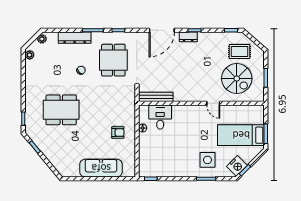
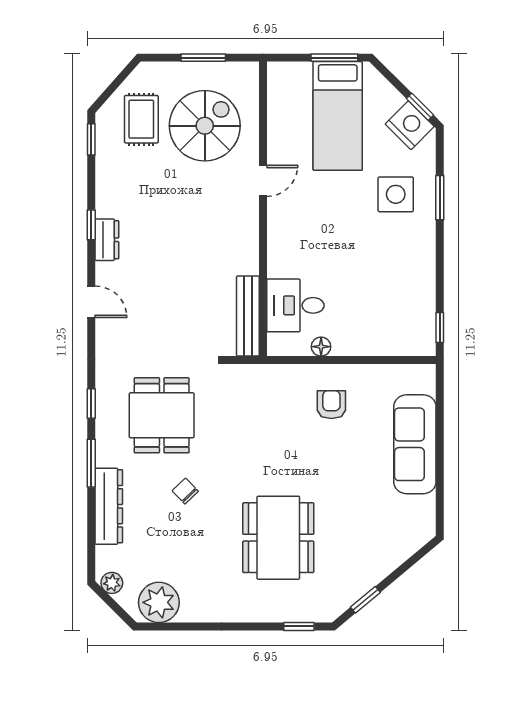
door: (162, 30) -> (91, 302), width x0.53
plant: (30, 55) -> (159, 602), width x1.87, depth x1.87
dining table: (113, 60) -> (162, 415), turned 90

